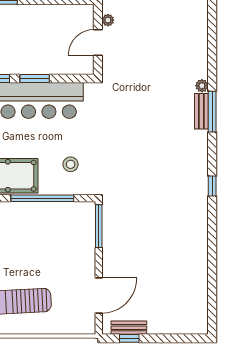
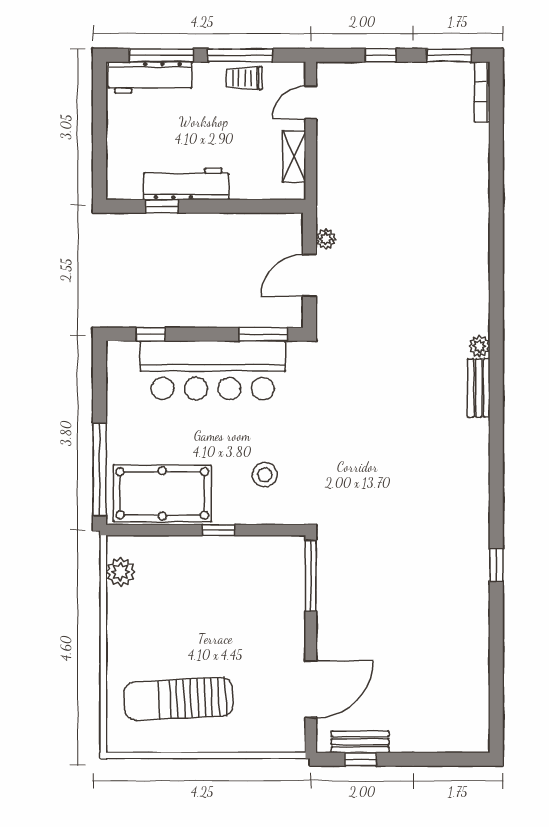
window: (35, 78) -> (263, 334), moved
window: (212, 112) -> (496, 388), removed
window: (212, 186) -> (496, 565), moved
window: (42, 198) -> (219, 530), width x0.32

